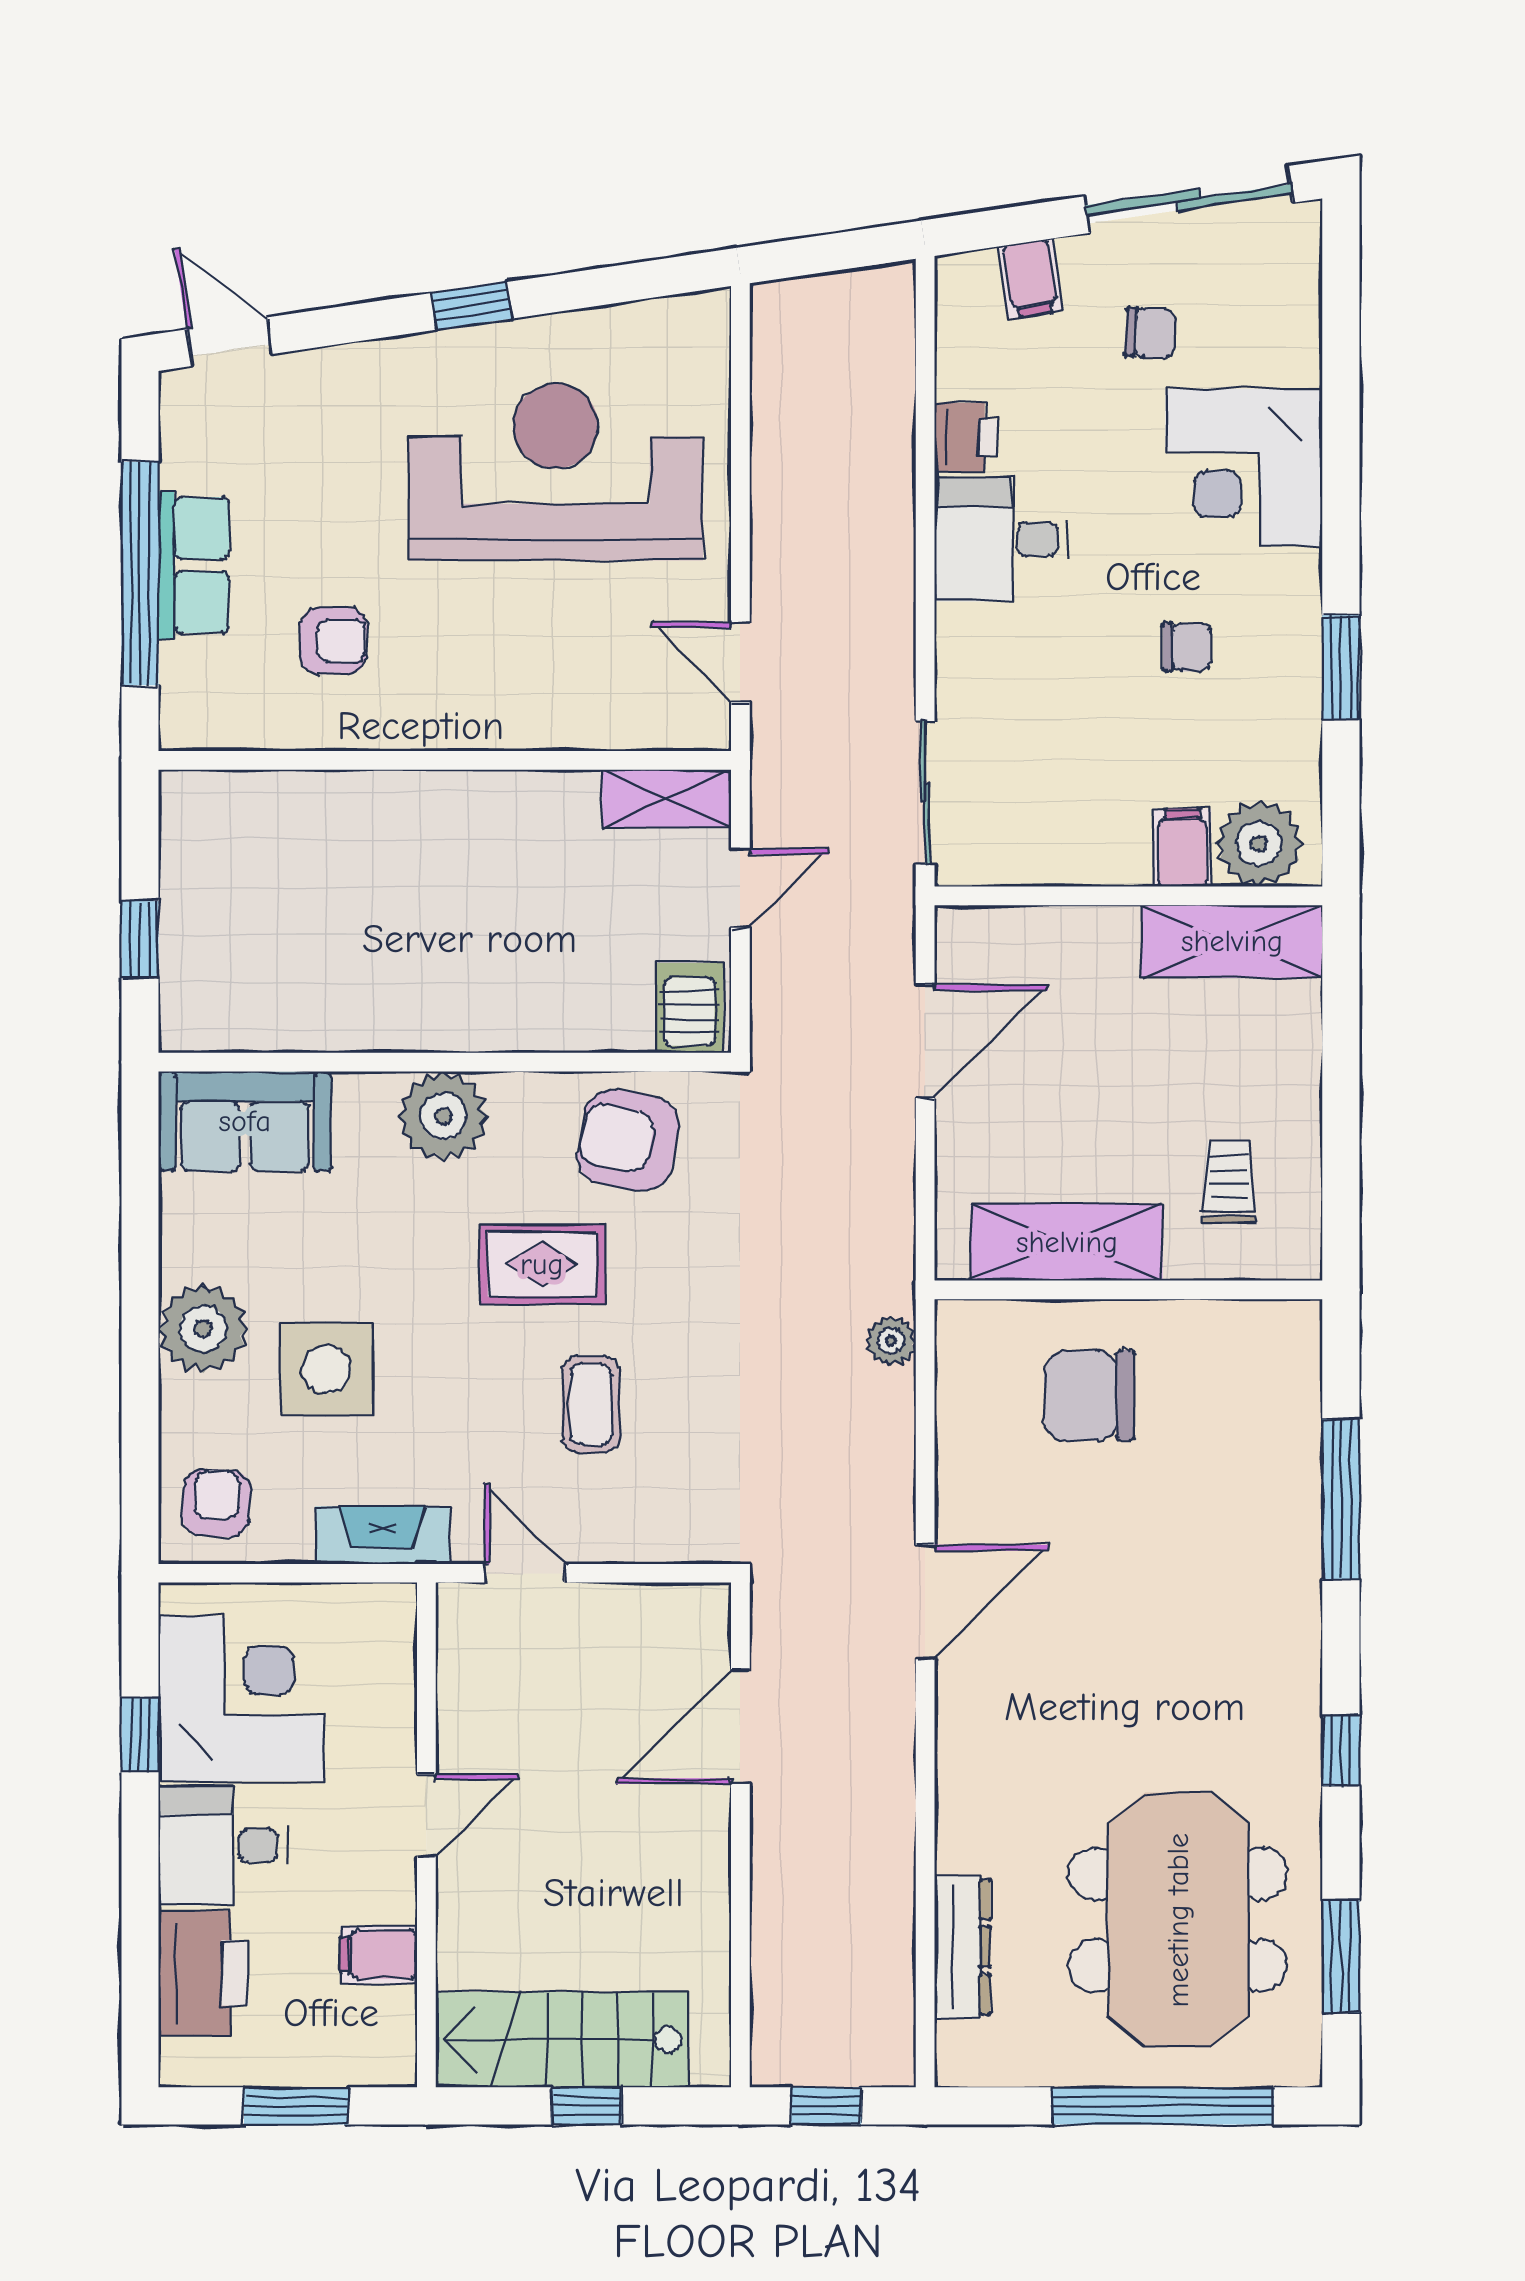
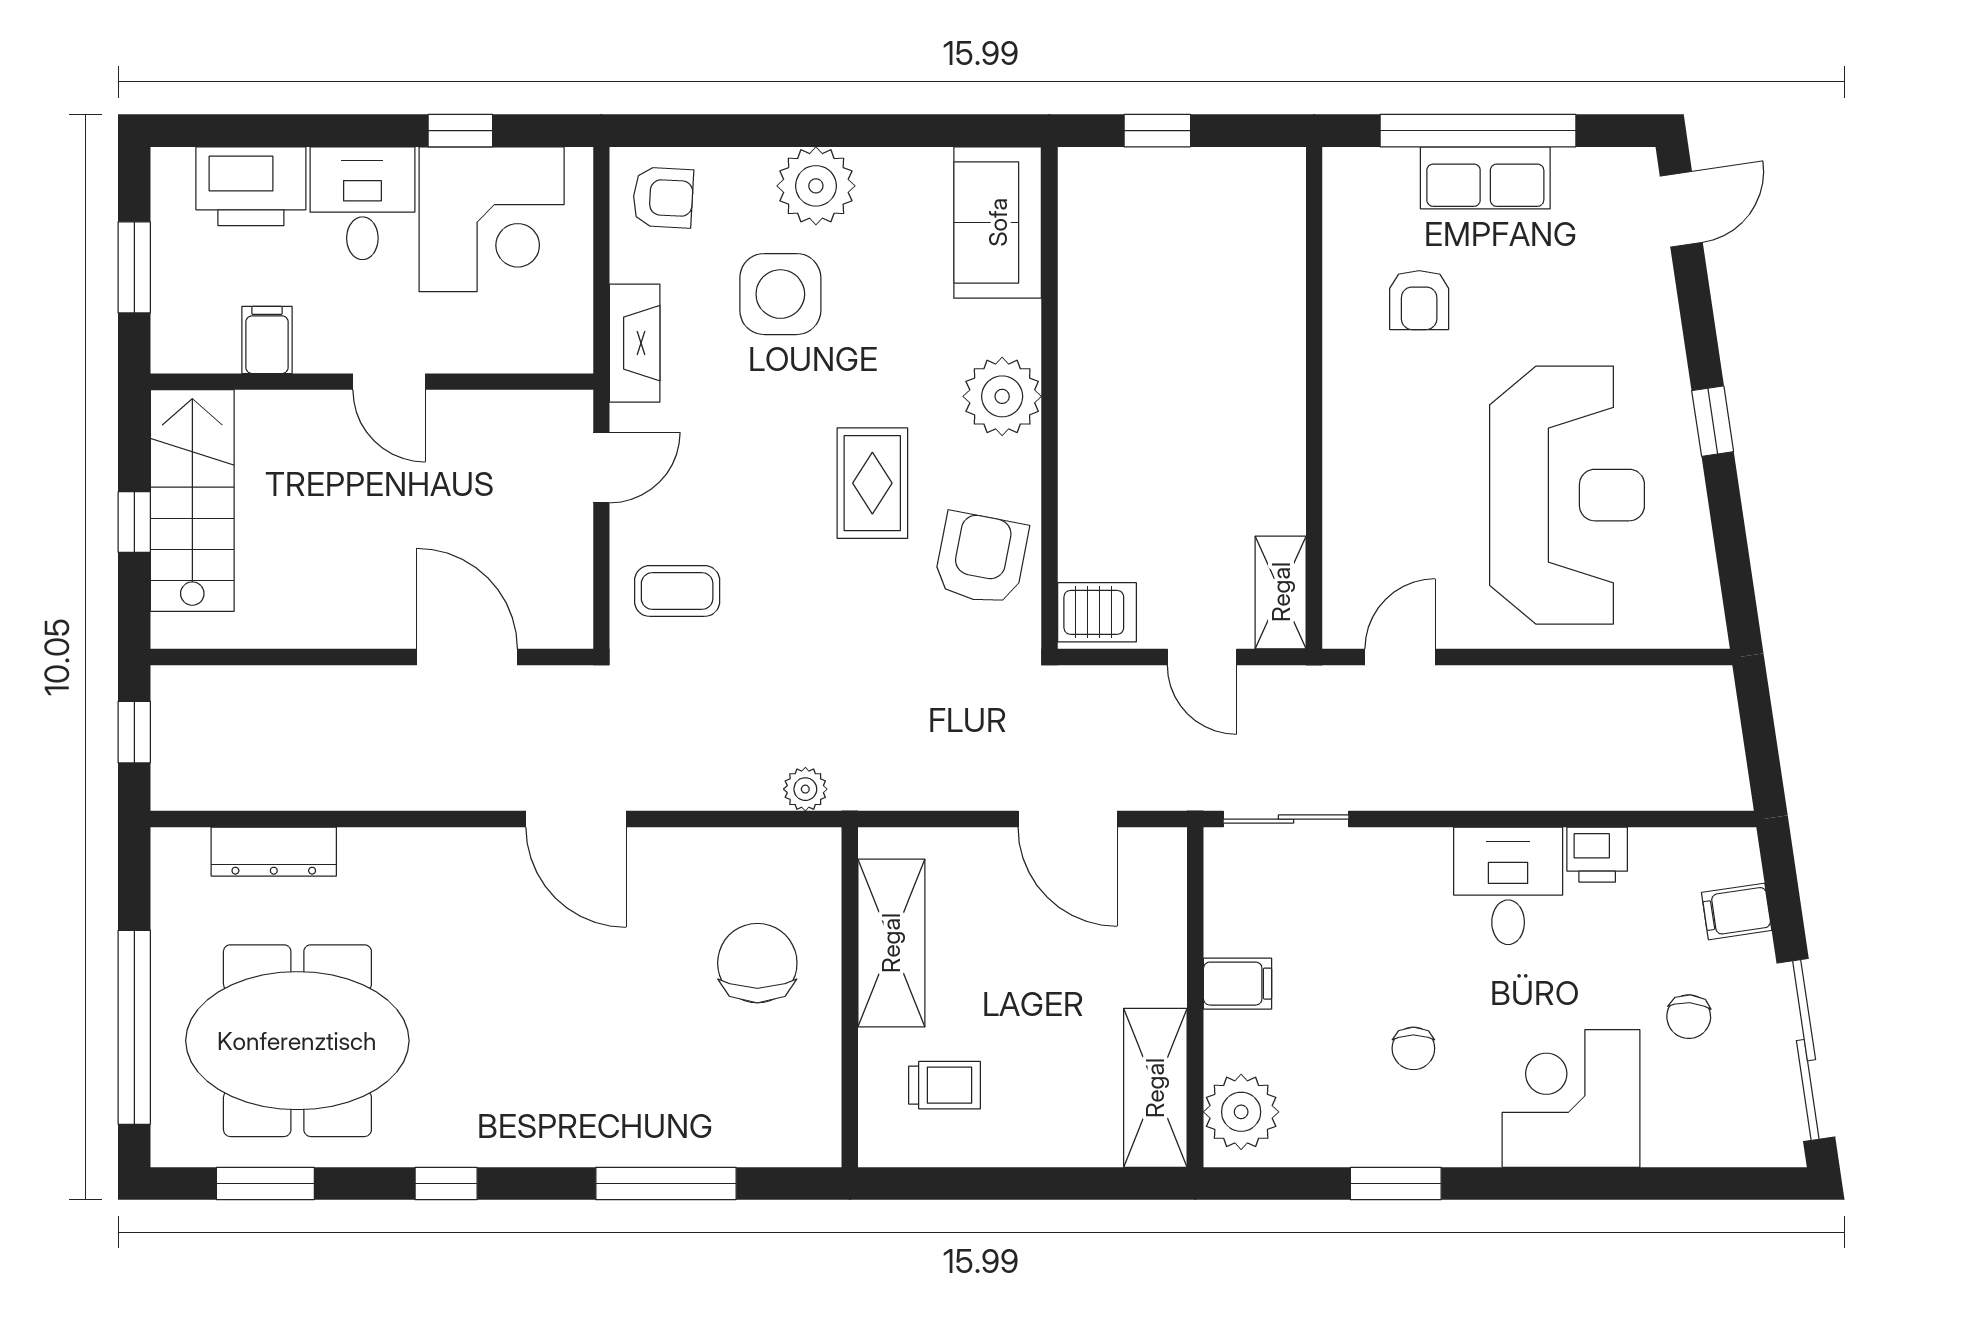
filing cabinet: (1182, 848) -> (1237, 984), moved
coffee table: (591, 1405) -> (677, 591), moved

